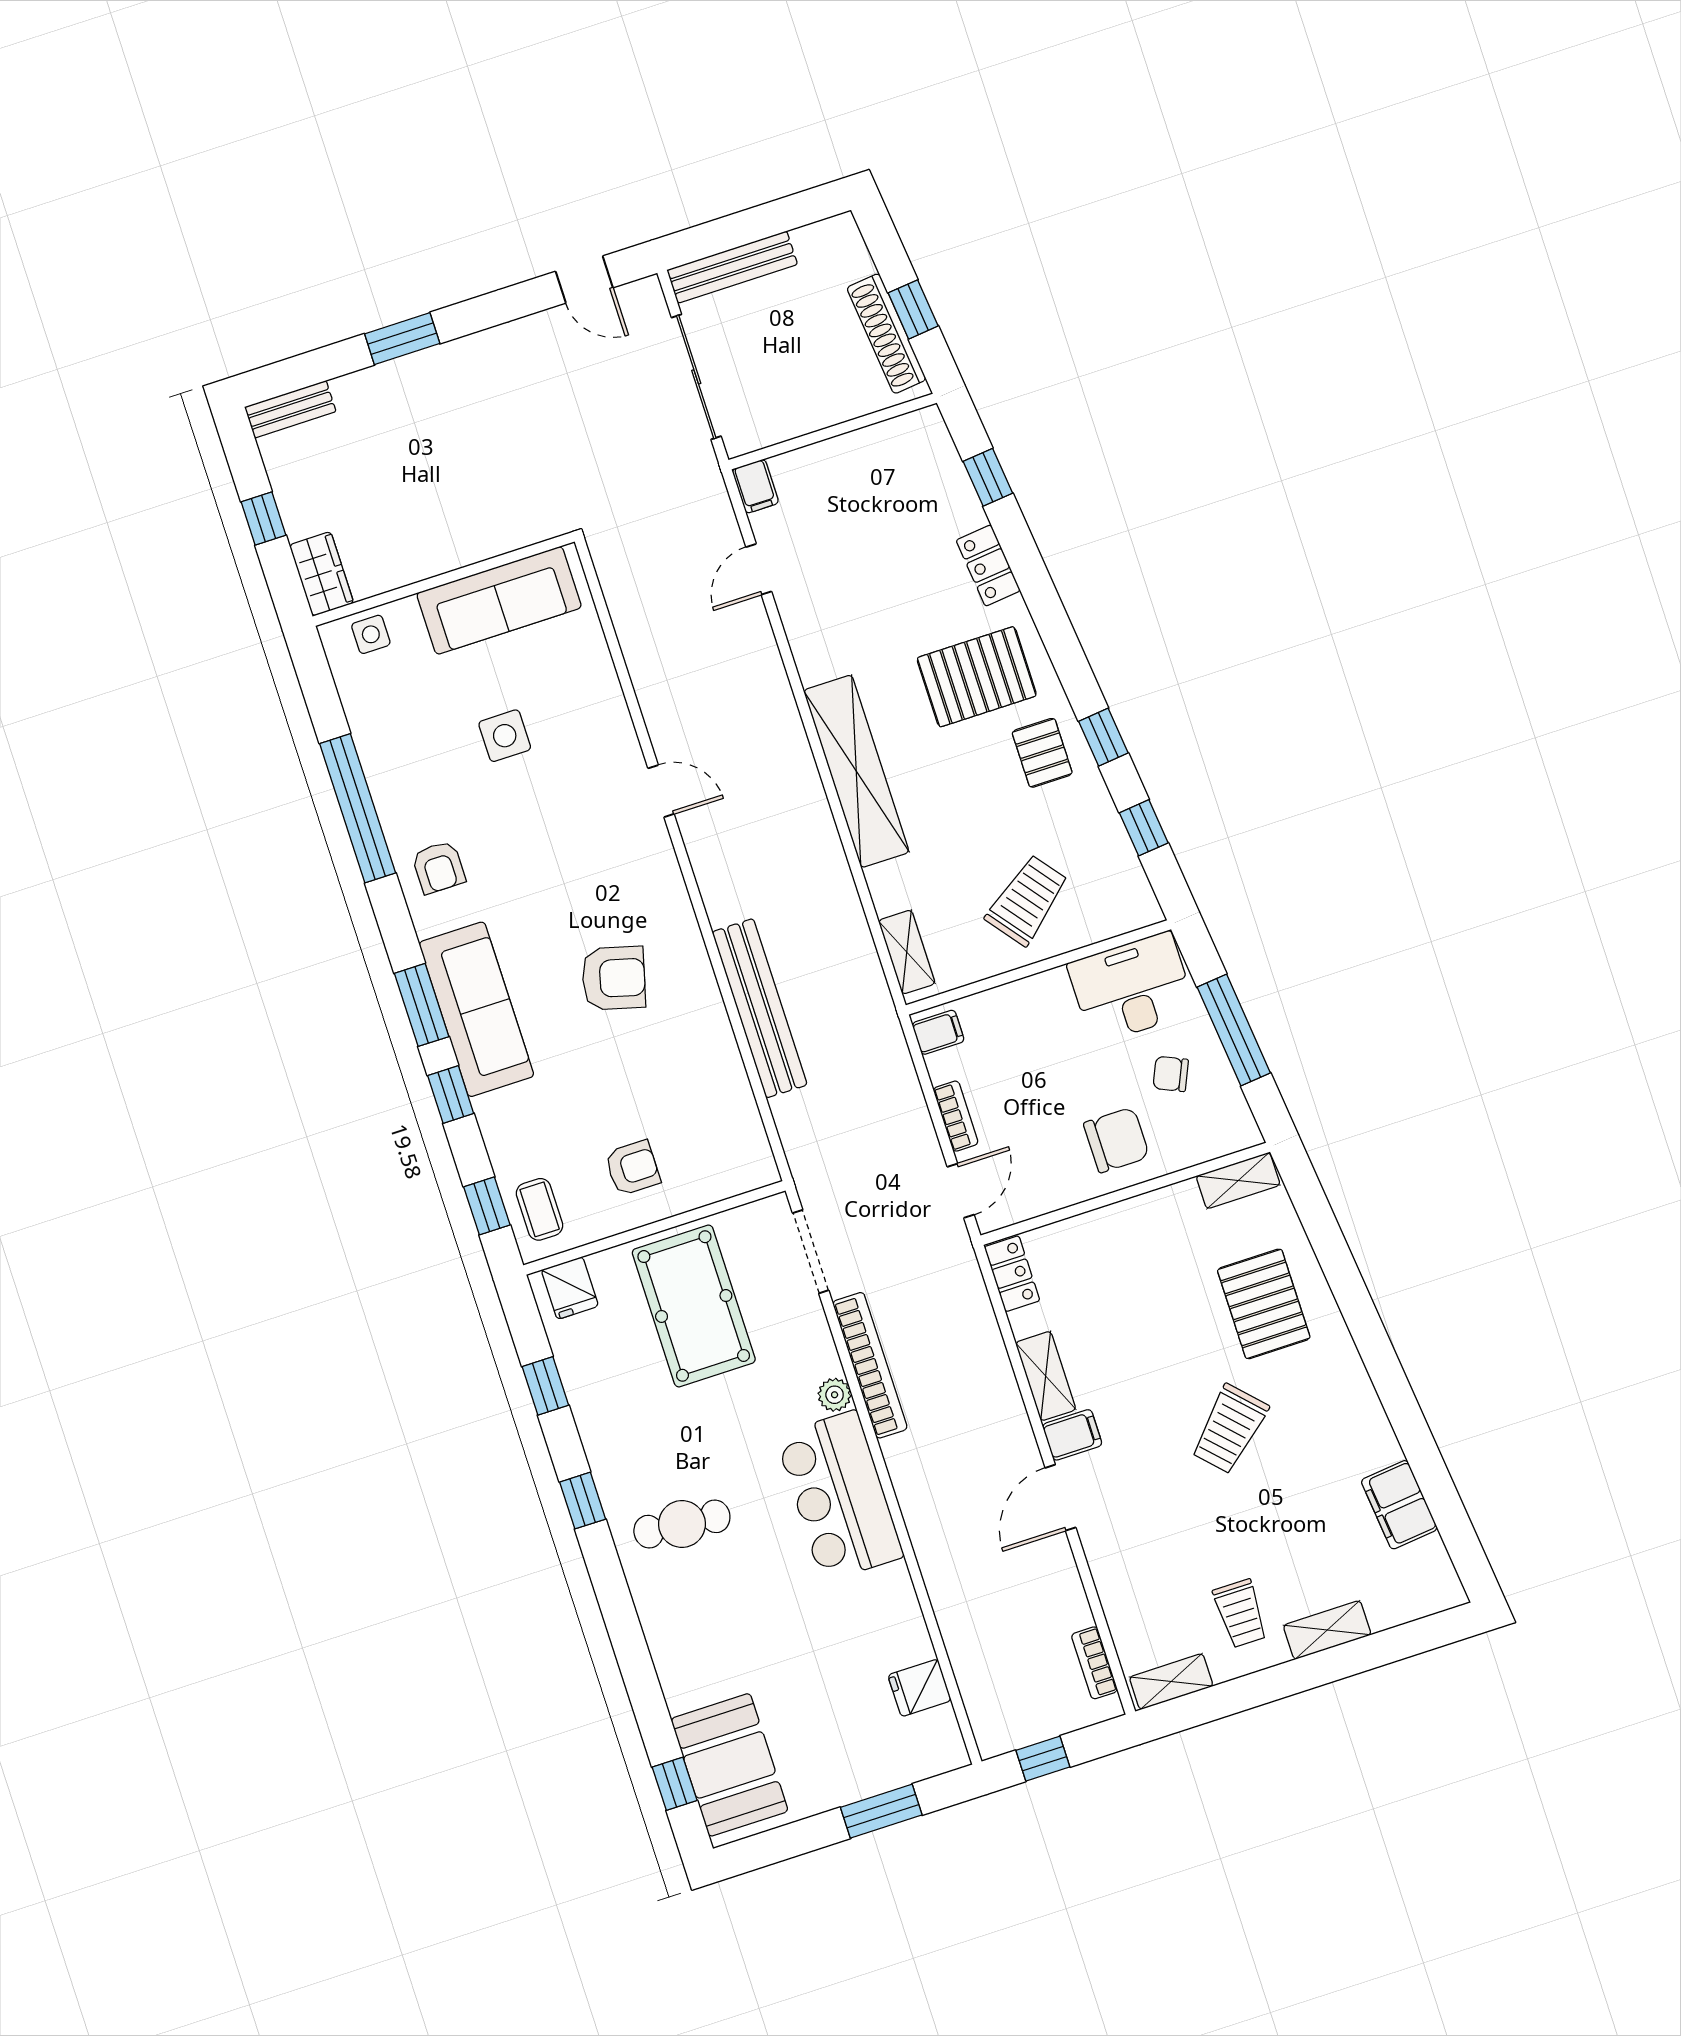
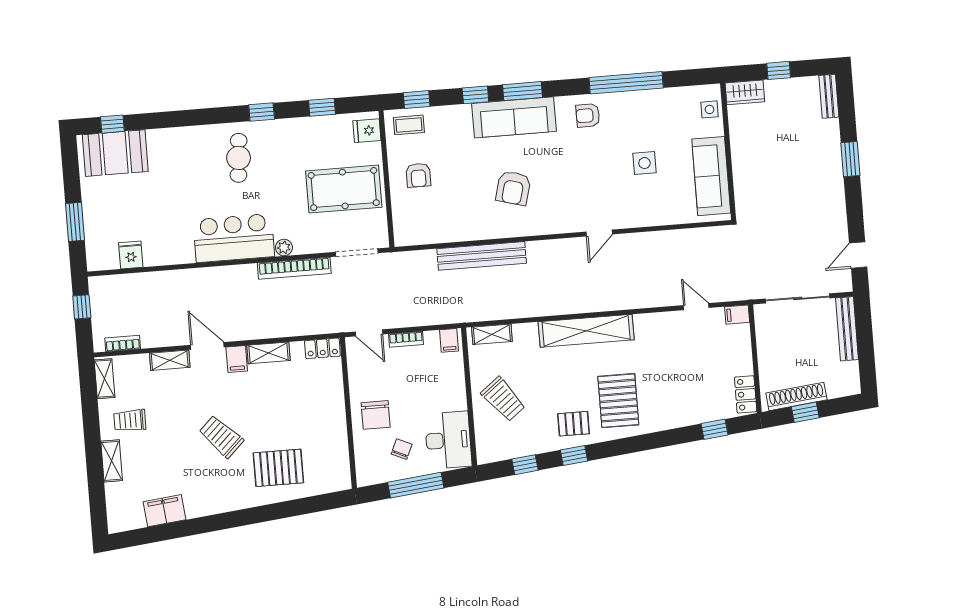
locker: (988, 566) -> (746, 394), moved, turned -84
shelving: (1238, 1181) -> (170, 360), moved, turned 90

